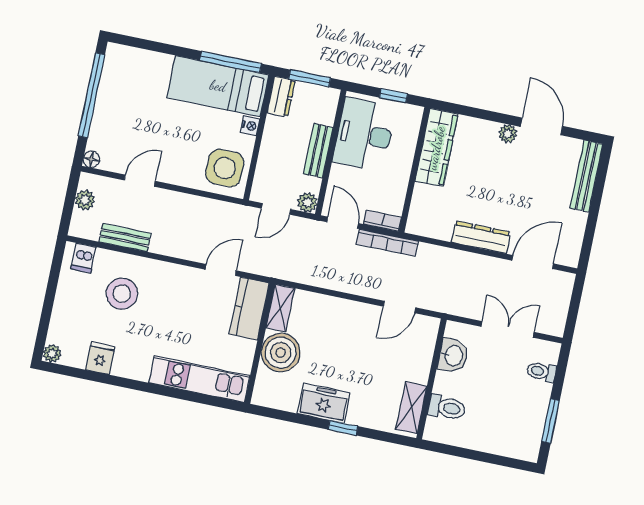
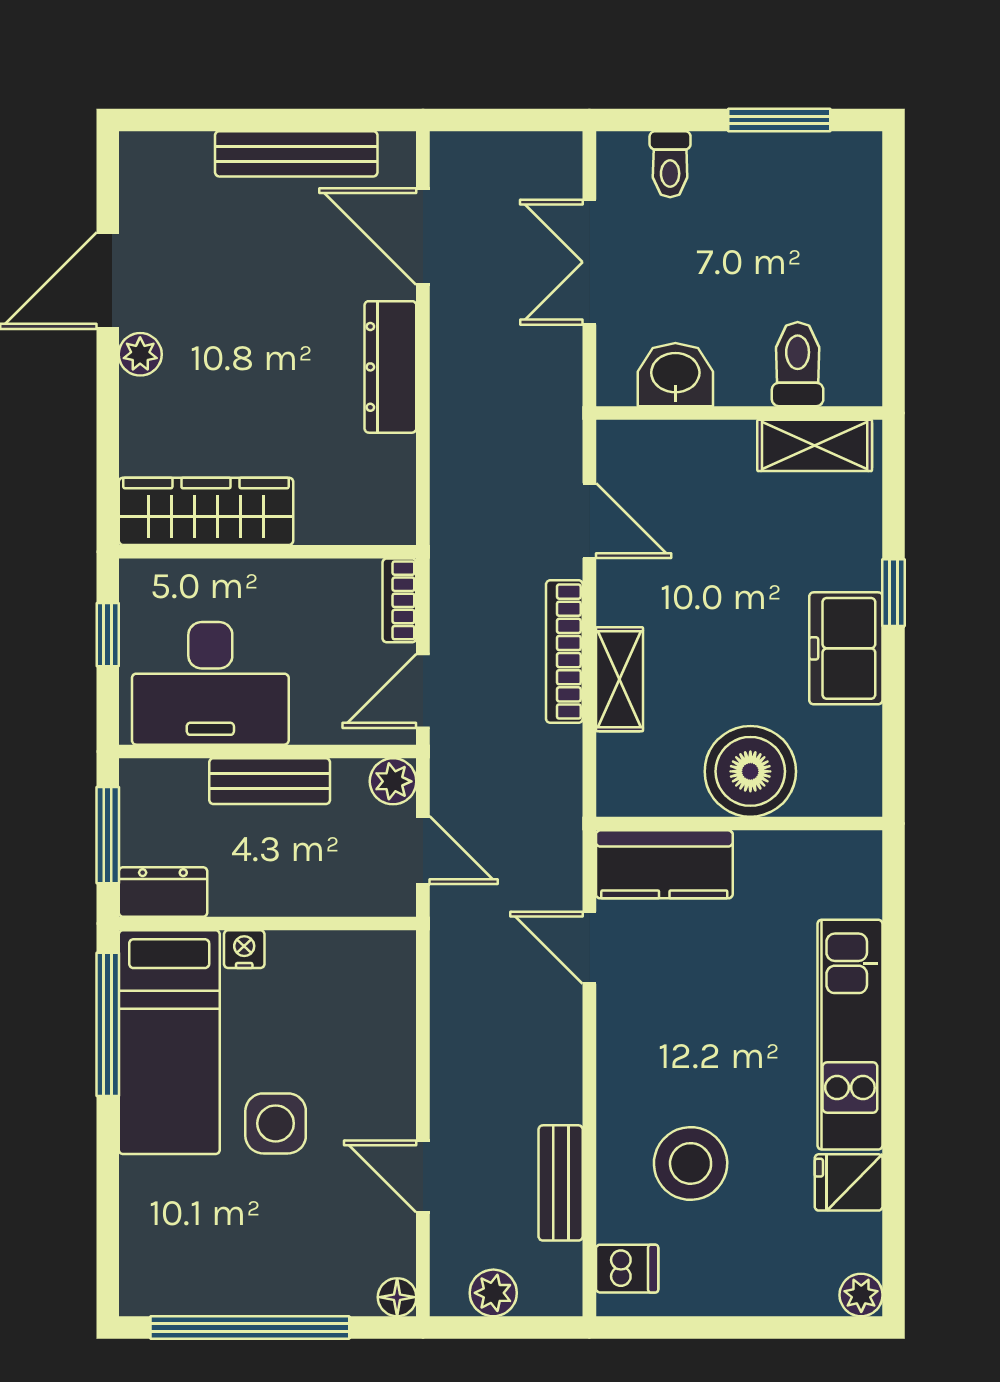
side table: (225, 168) -> (276, 1123), moved, width x0.73, depth x0.73
bench: (586, 176) -> (296, 154), moved
bookcase: (387, 243) -> (564, 652), moved, turned 180
shelving: (280, 308) -> (619, 679), moved, turned 90
kitchen unit: (199, 379) -> (850, 1035), moved

